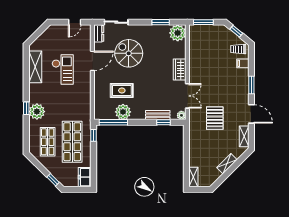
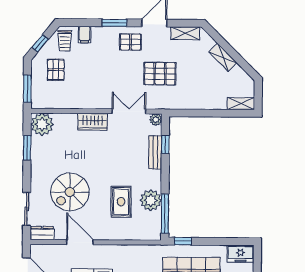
pallet: (217, 43) -> (56, 70), added
pallet: (238, 97) -> (130, 42), added

